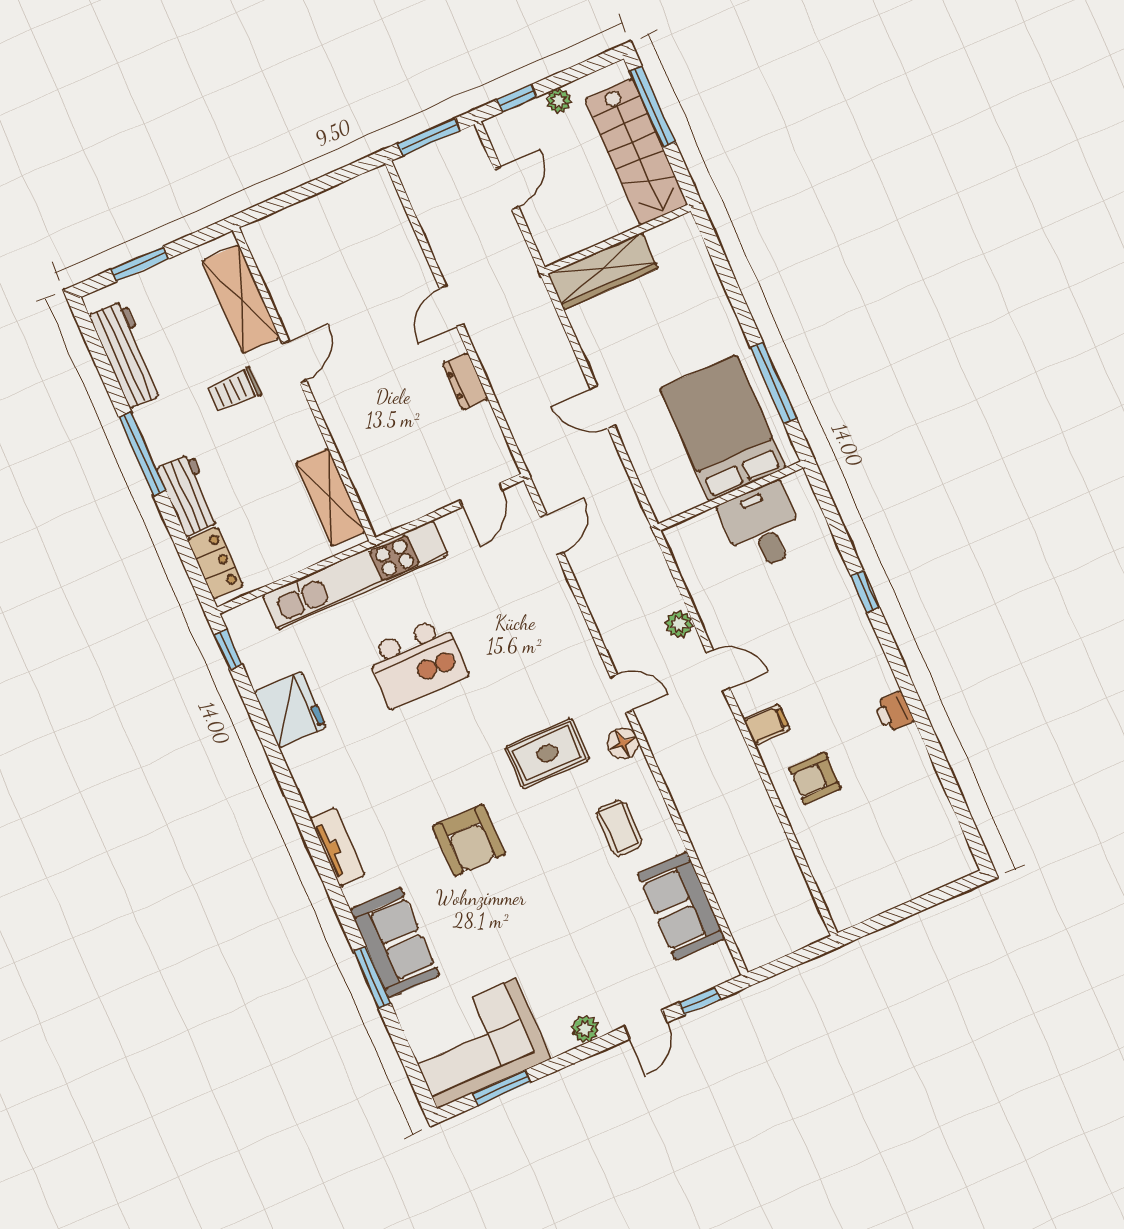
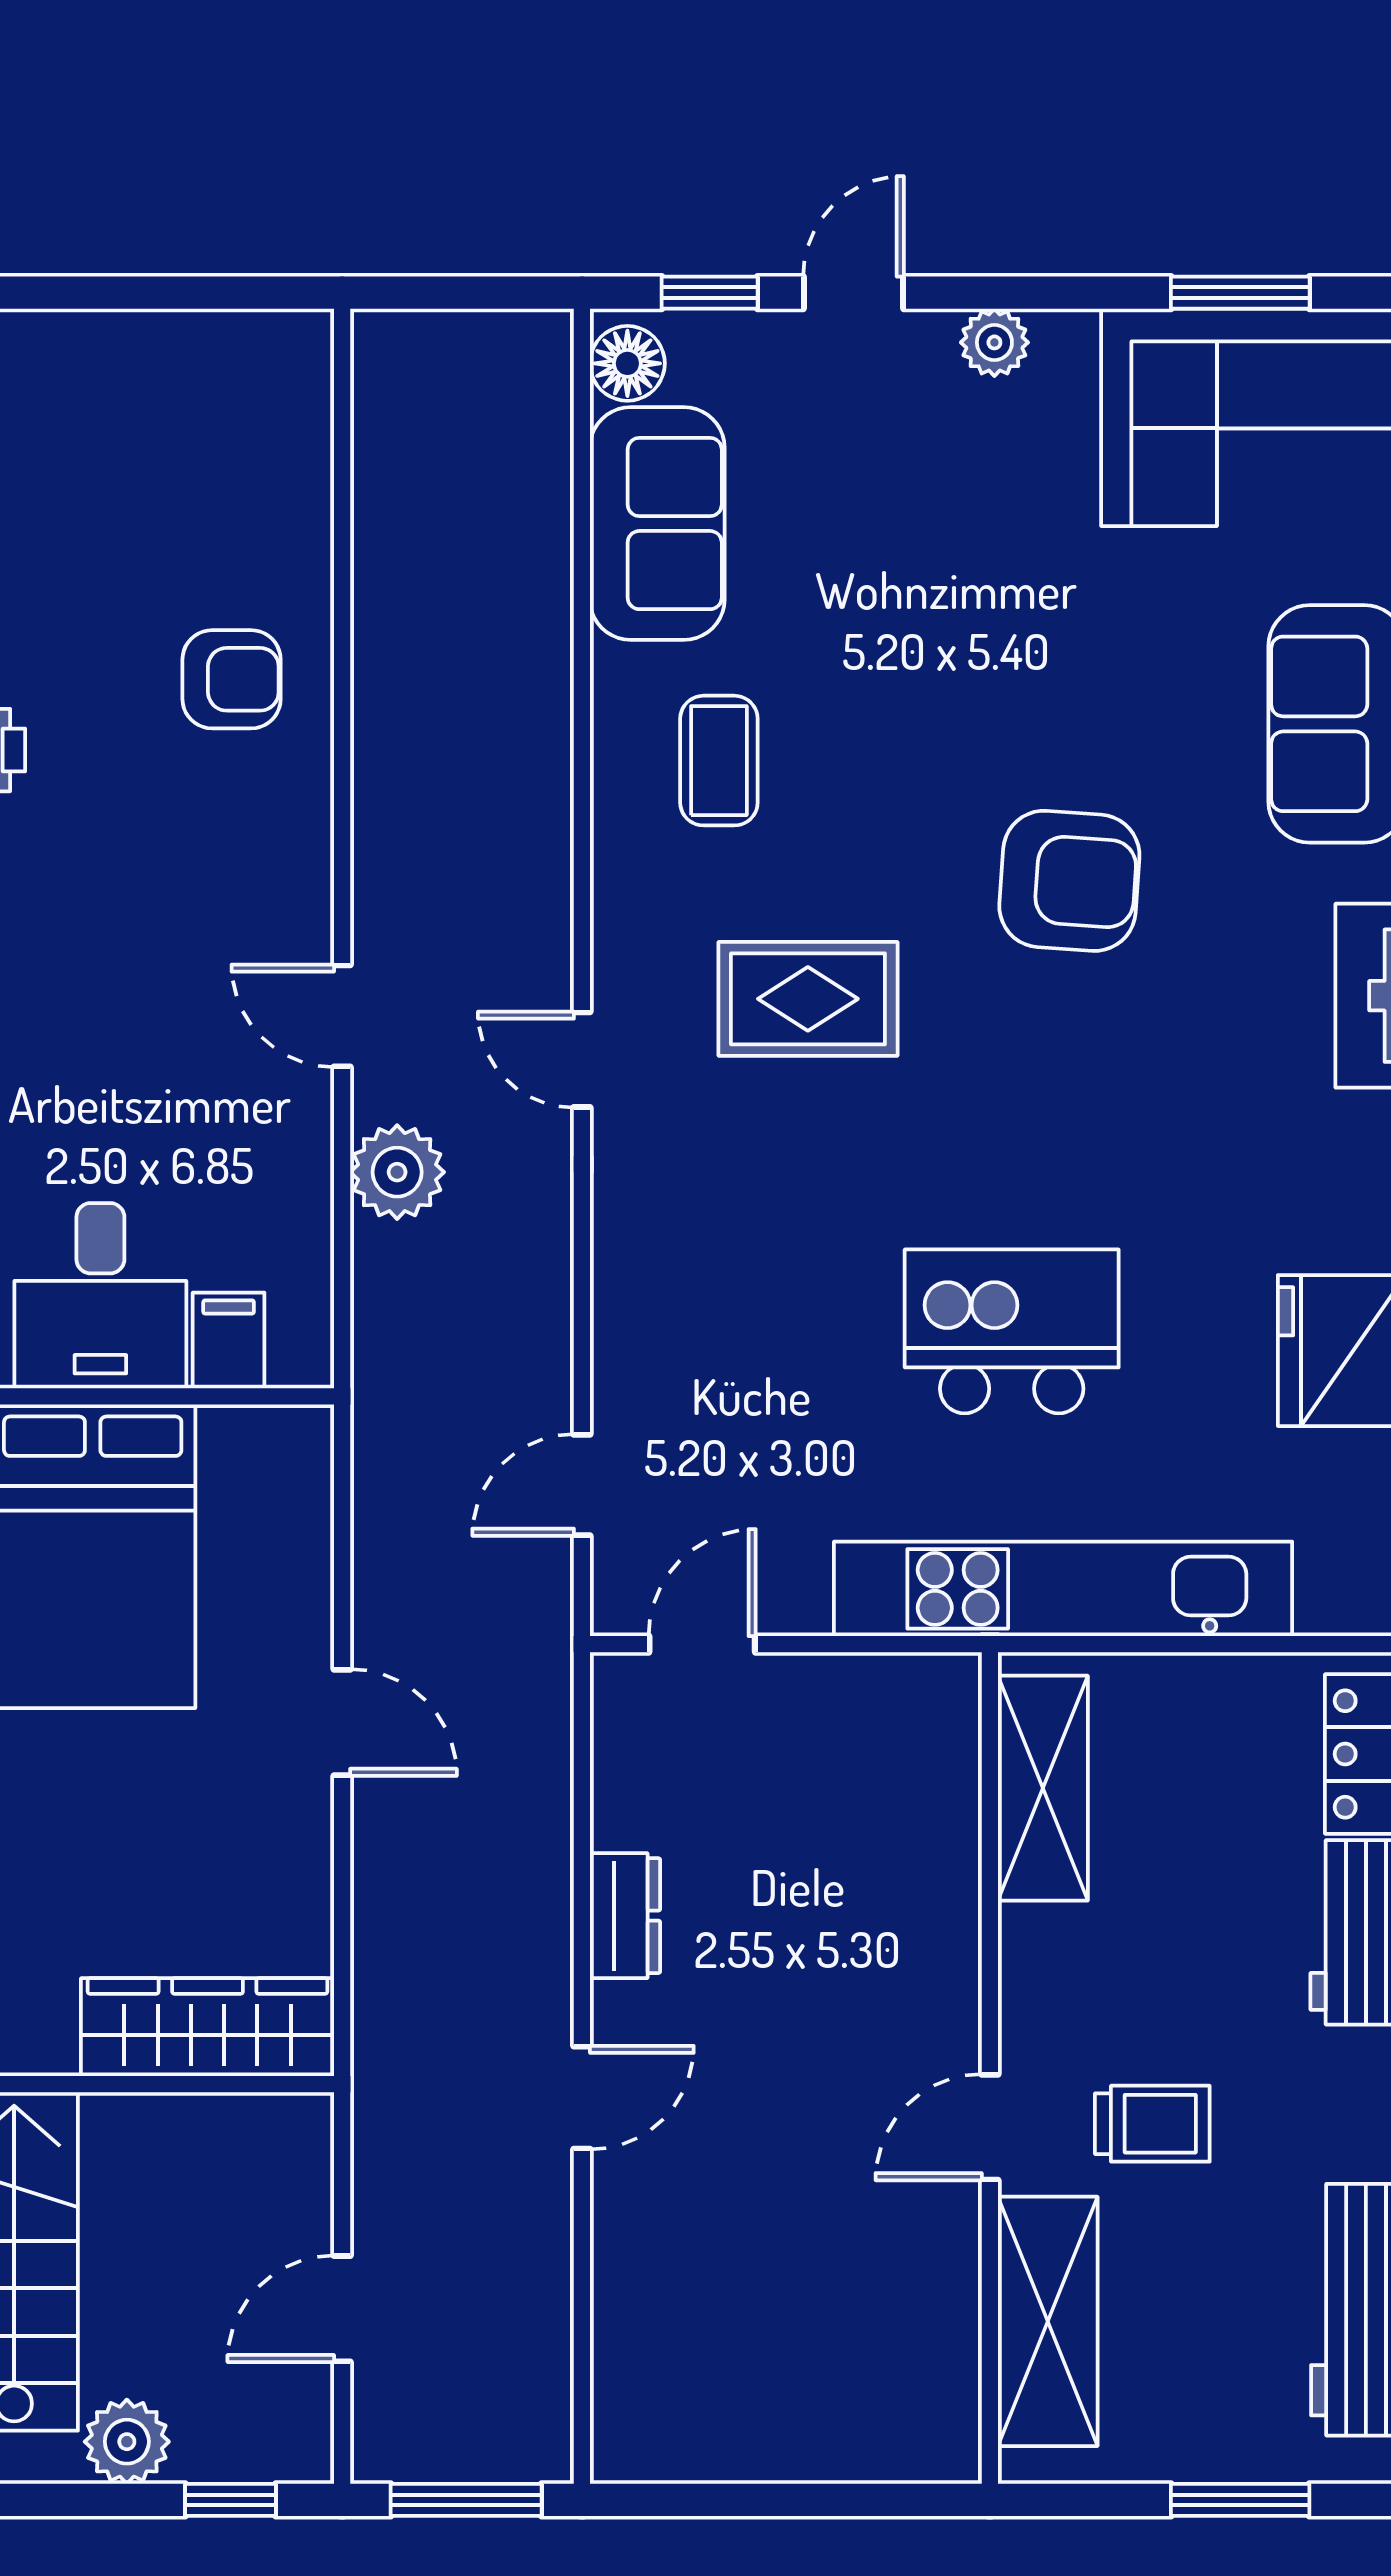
plant: (559, 101) -> (127, 2442), width x1.38, depth x1.38
plant: (679, 624) -> (397, 1172), width x1.38, depth x1.38
filing cabinet: (767, 725) -> (229, 1340), moved, turned 90
floor lamp: (623, 743) -> (627, 363), moved
armchair: (469, 840) -> (1069, 881), turned 94

